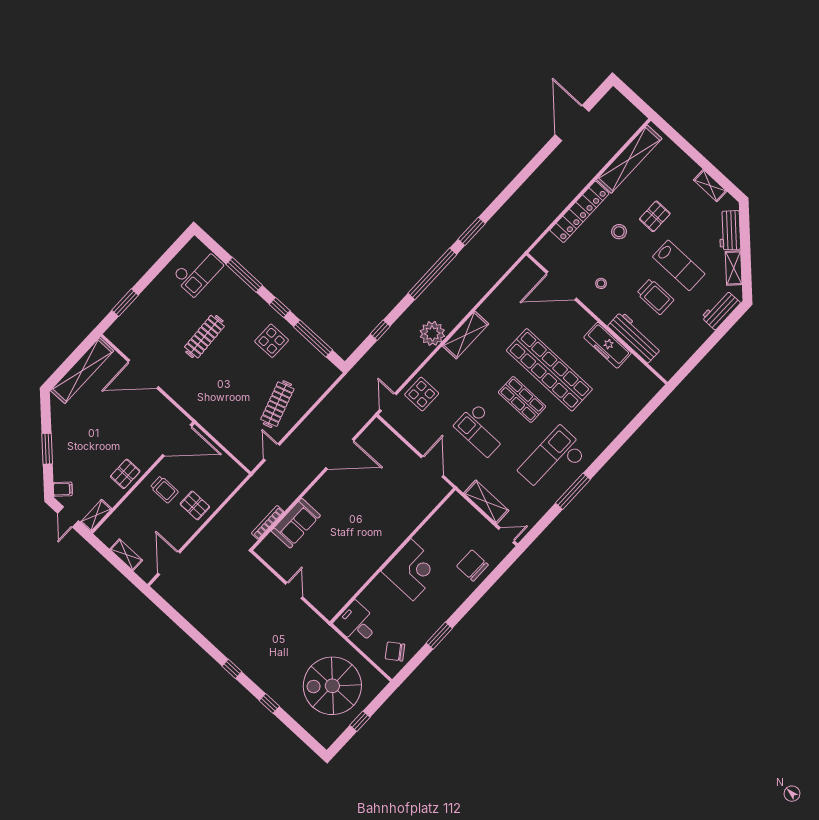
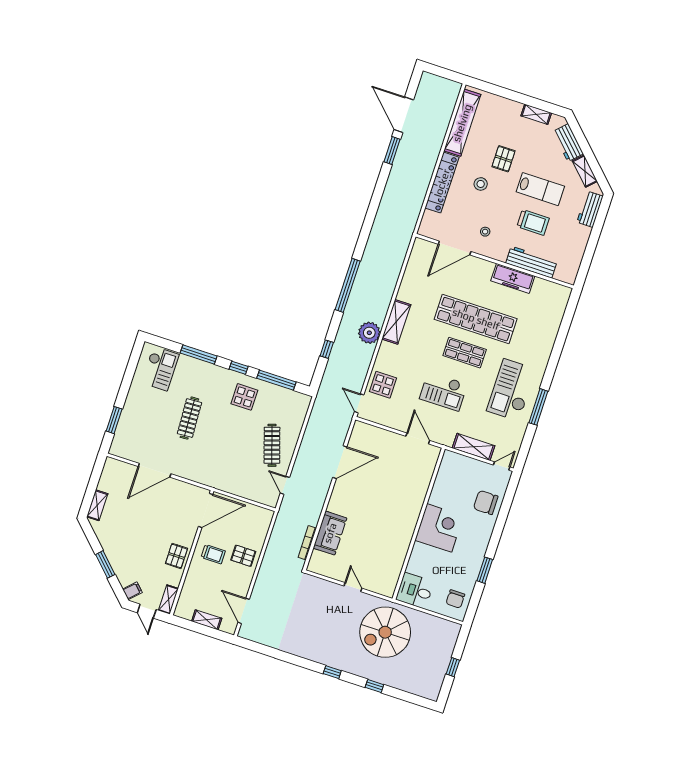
window: (472, 231) -> (392, 151), moved
shelving: (82, 371) -> (97, 505), width x0.45, depth x0.75
chair: (395, 651) -> (455, 599), turned -55
spiral stairs: (332, 686) -> (385, 632), moved

